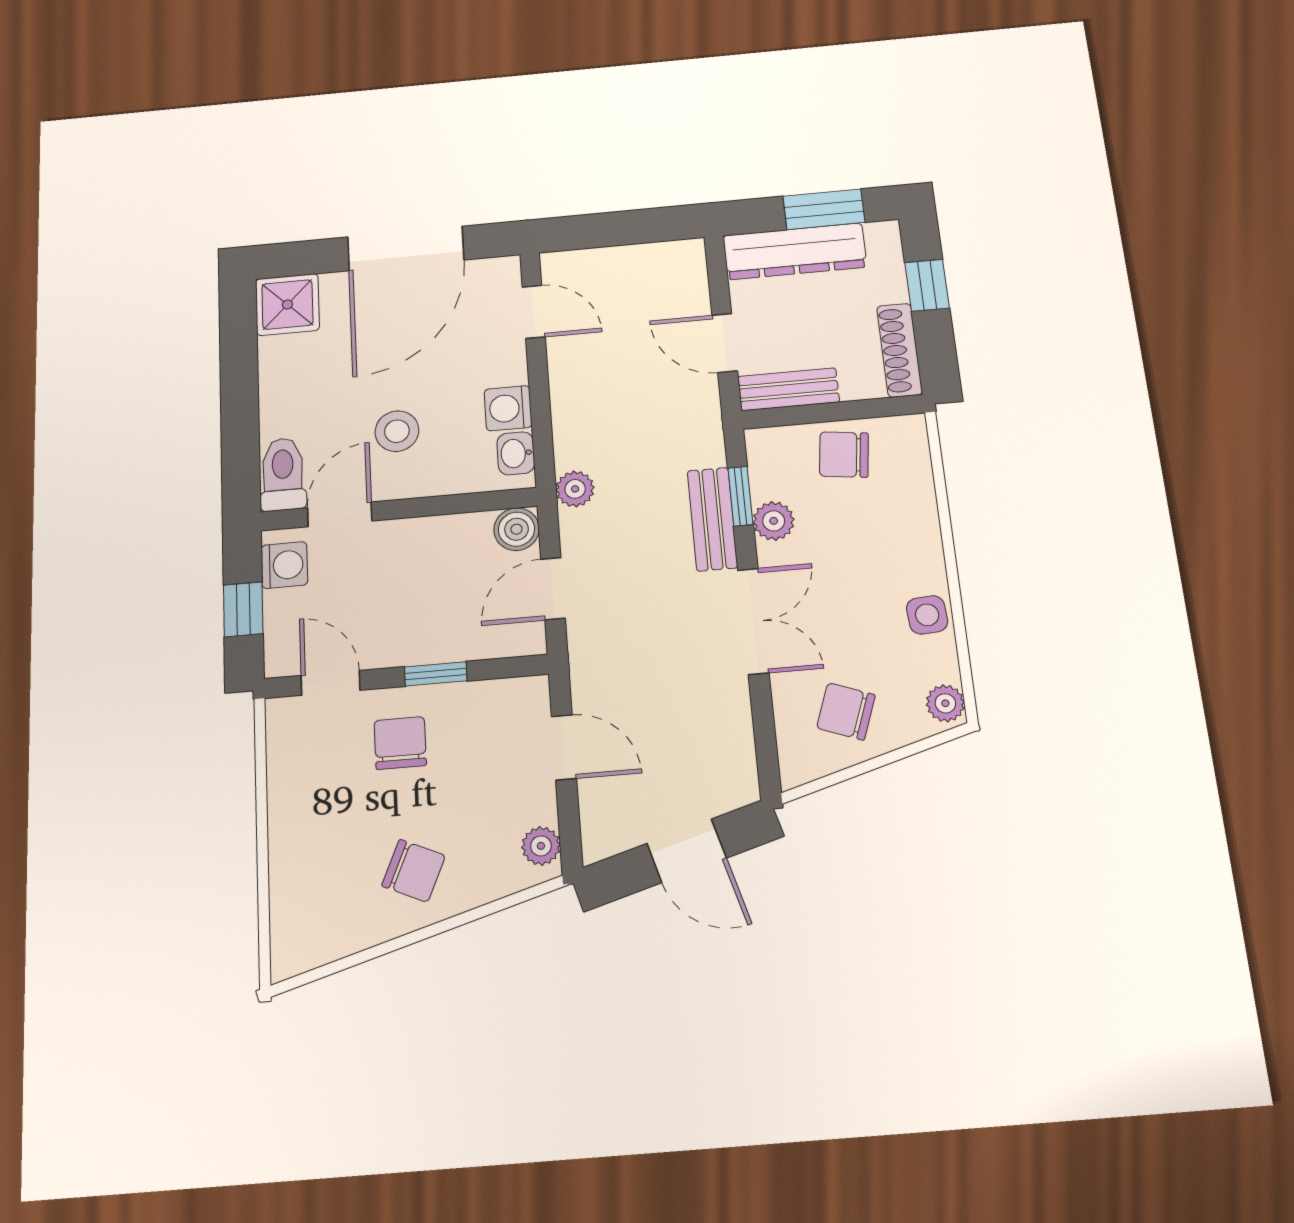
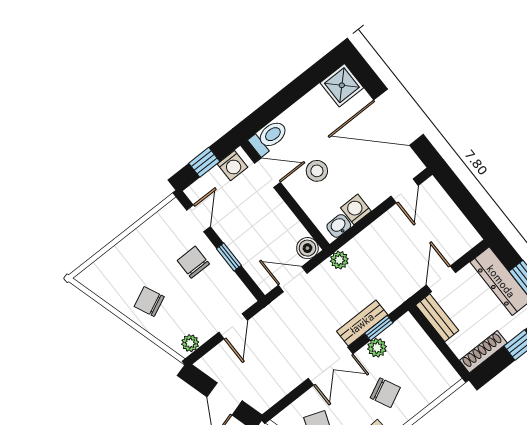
chair: (844, 455) -> (385, 393), moved, turned 147
chair: (400, 743) -> (193, 262), turned -90
chair: (414, 871) -> (149, 302), turned 131

